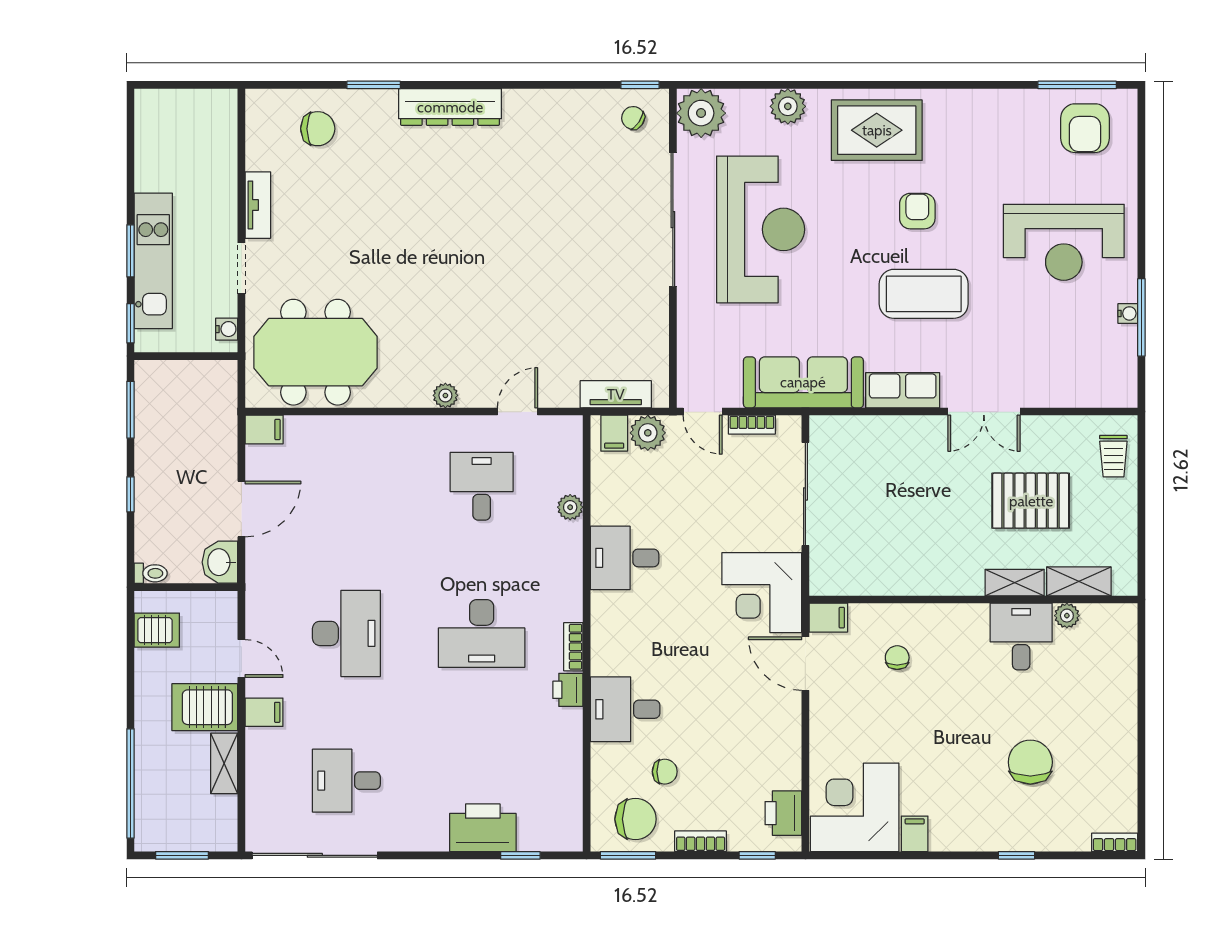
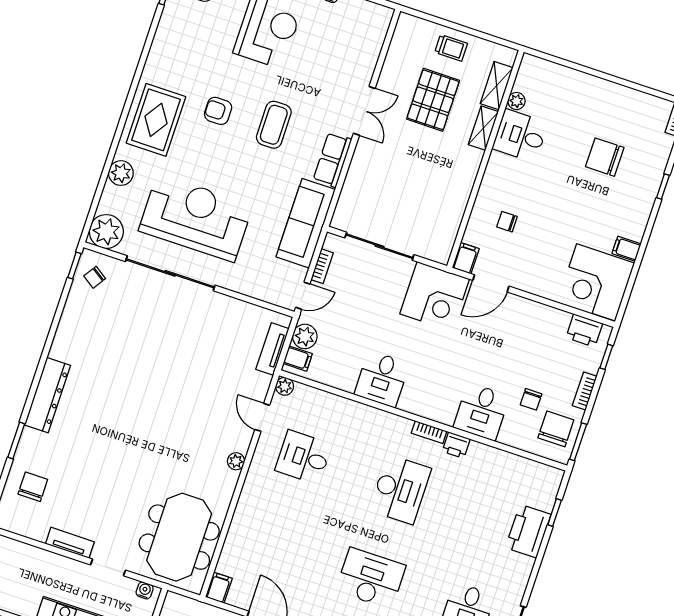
coffee table: (924, 294) -> (274, 125), width x0.73, depth x0.76
trolley: (1113, 456) -> (451, 48), moved
plant: (570, 507) -> (285, 386), moved
chair: (665, 772) -> (531, 399), turned 180

